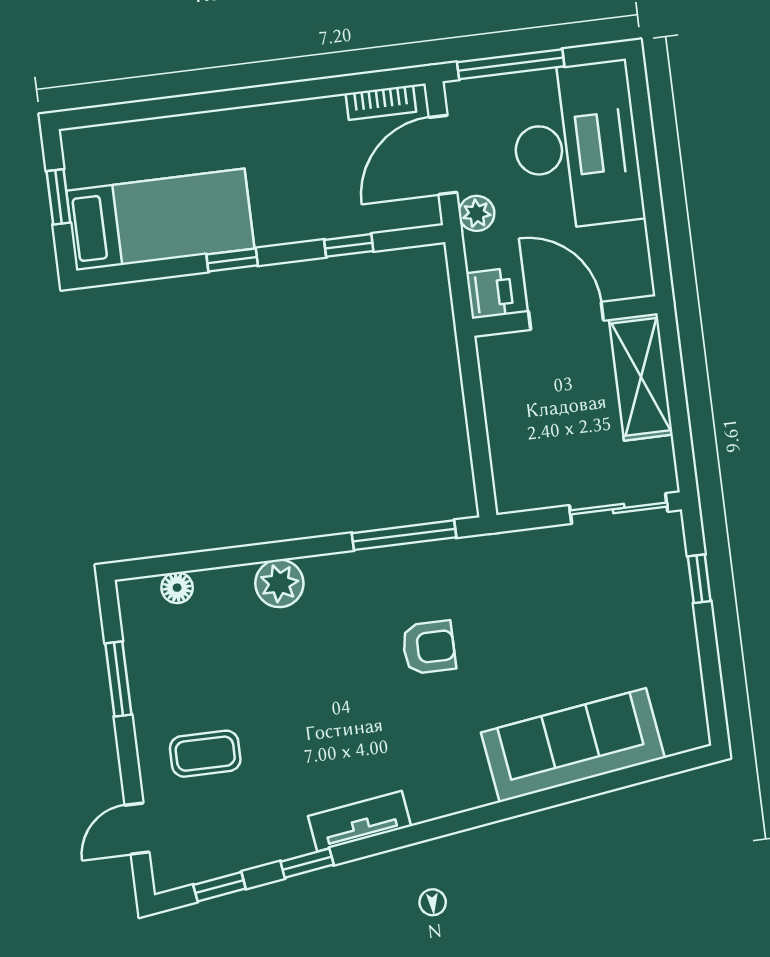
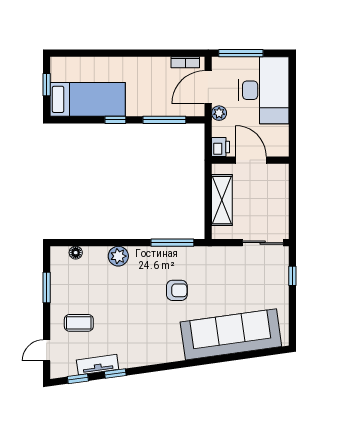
window: (349, 245) -> (164, 120), width x2.17
shelving: (641, 377) -> (222, 200), moved
sofa: (573, 745) -> (231, 334), width x1.36, depth x1.27
tv unit: (359, 821) -> (98, 365), moved

